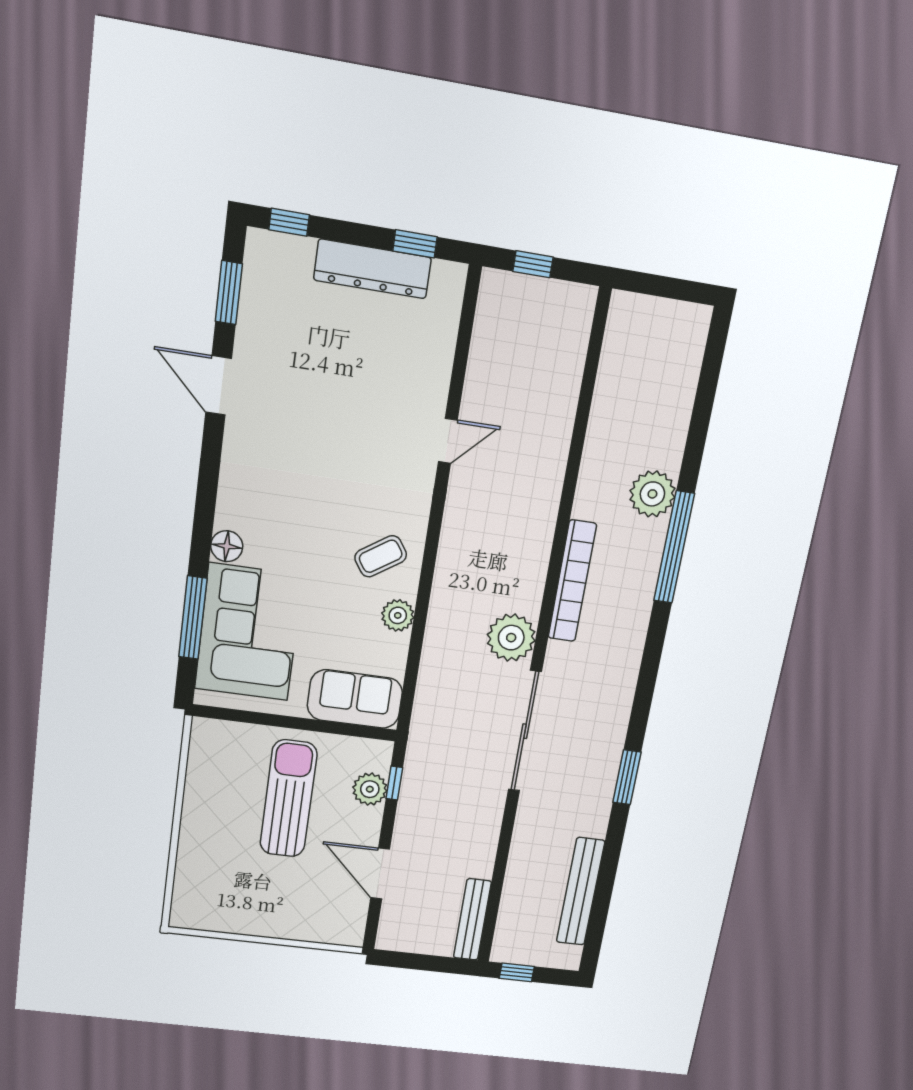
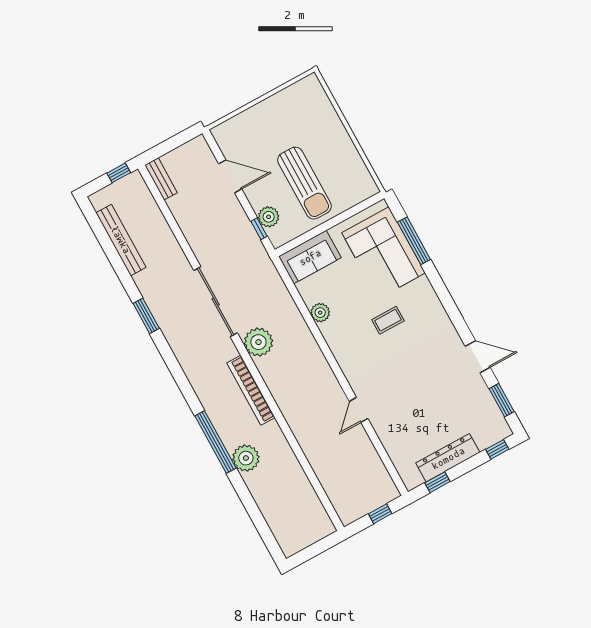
floor lamp: (227, 546) -> (423, 286), removed
coffee table: (381, 556) -> (388, 320), moved, turned 34
bench: (472, 920) -> (161, 179), width x0.73

